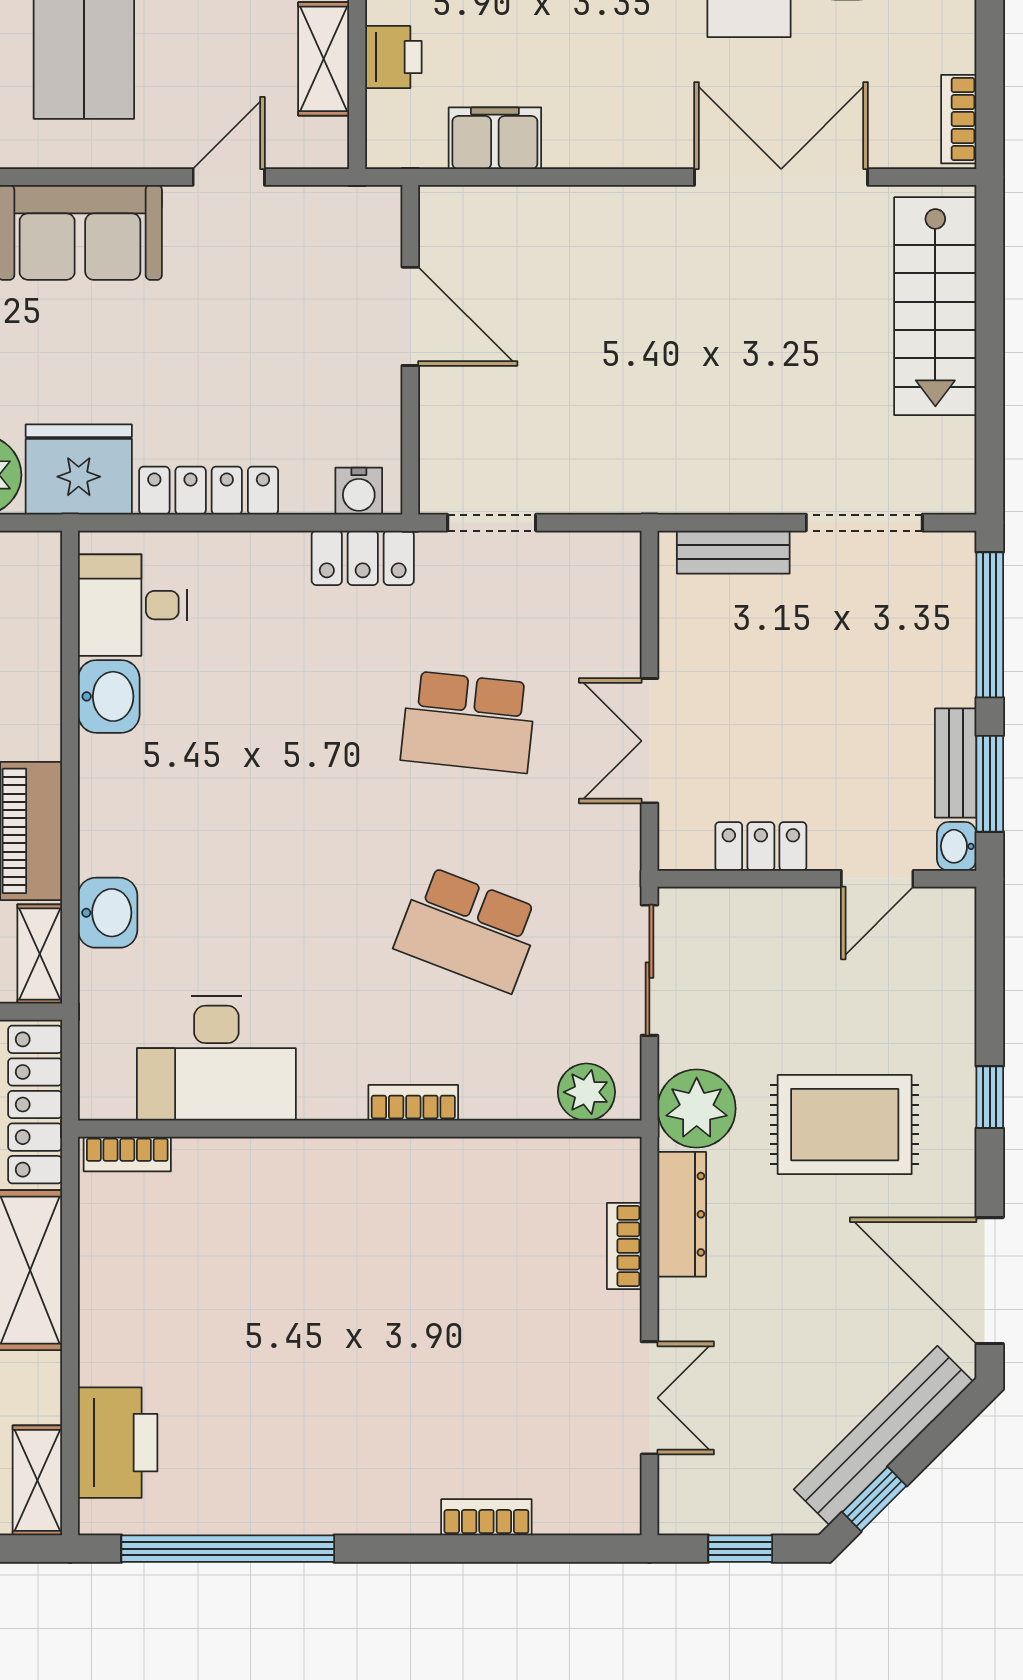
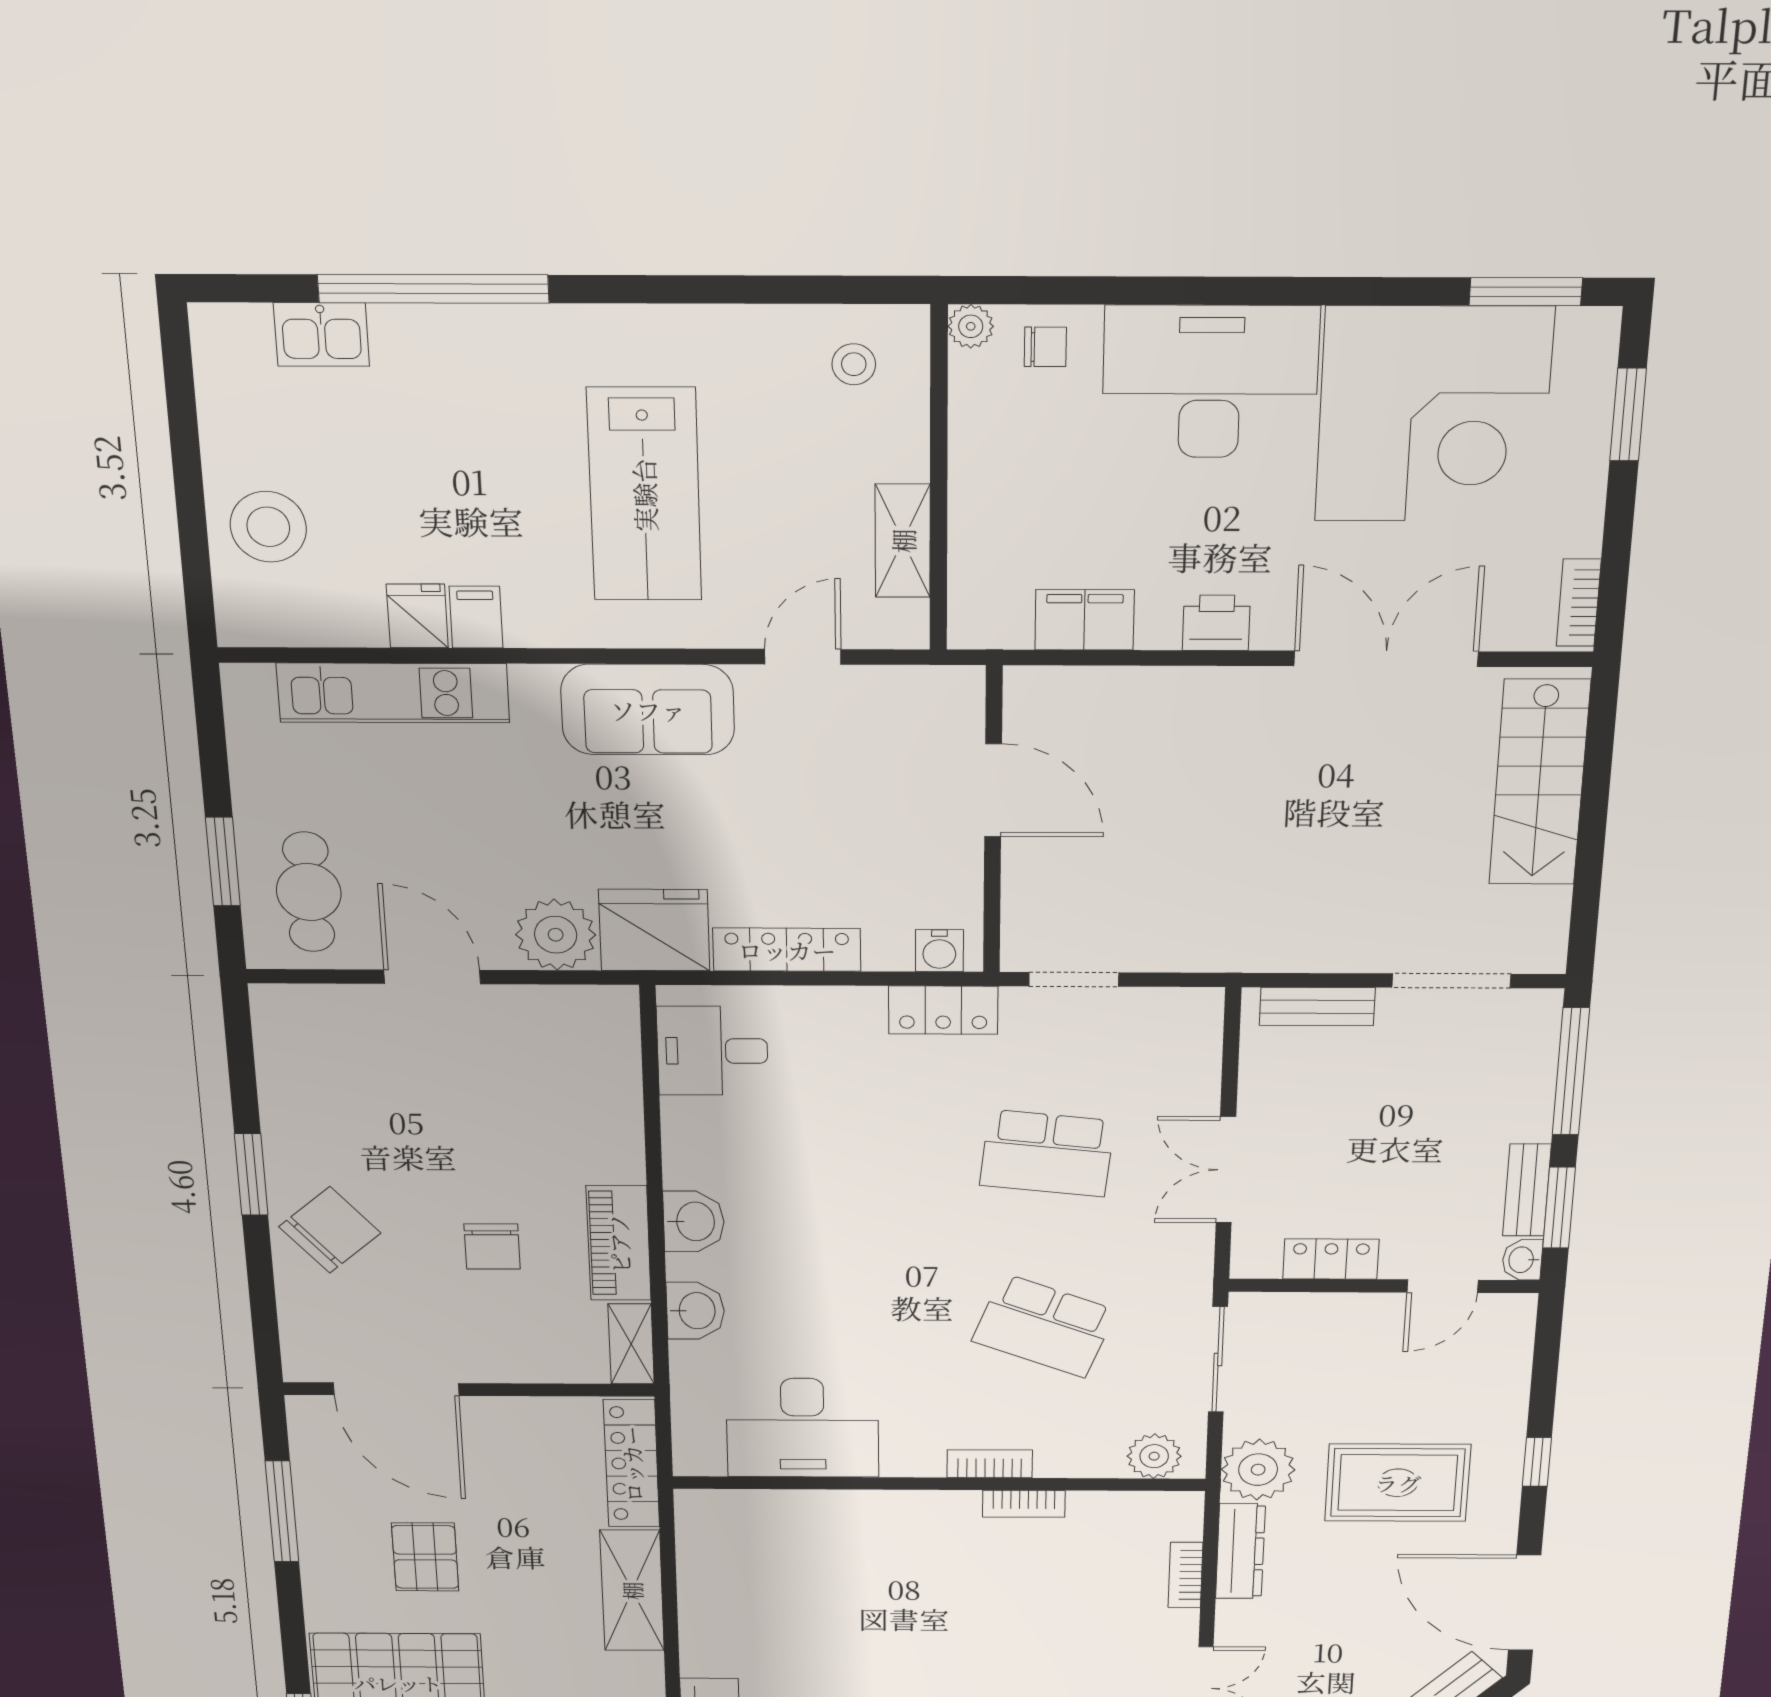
printer: (393, 57) -> (1216, 623), moved, turned -90
washbasin: (109, 696) -> (694, 1221), moved
bookcase: (127, 1154) -> (1024, 1504), moved

